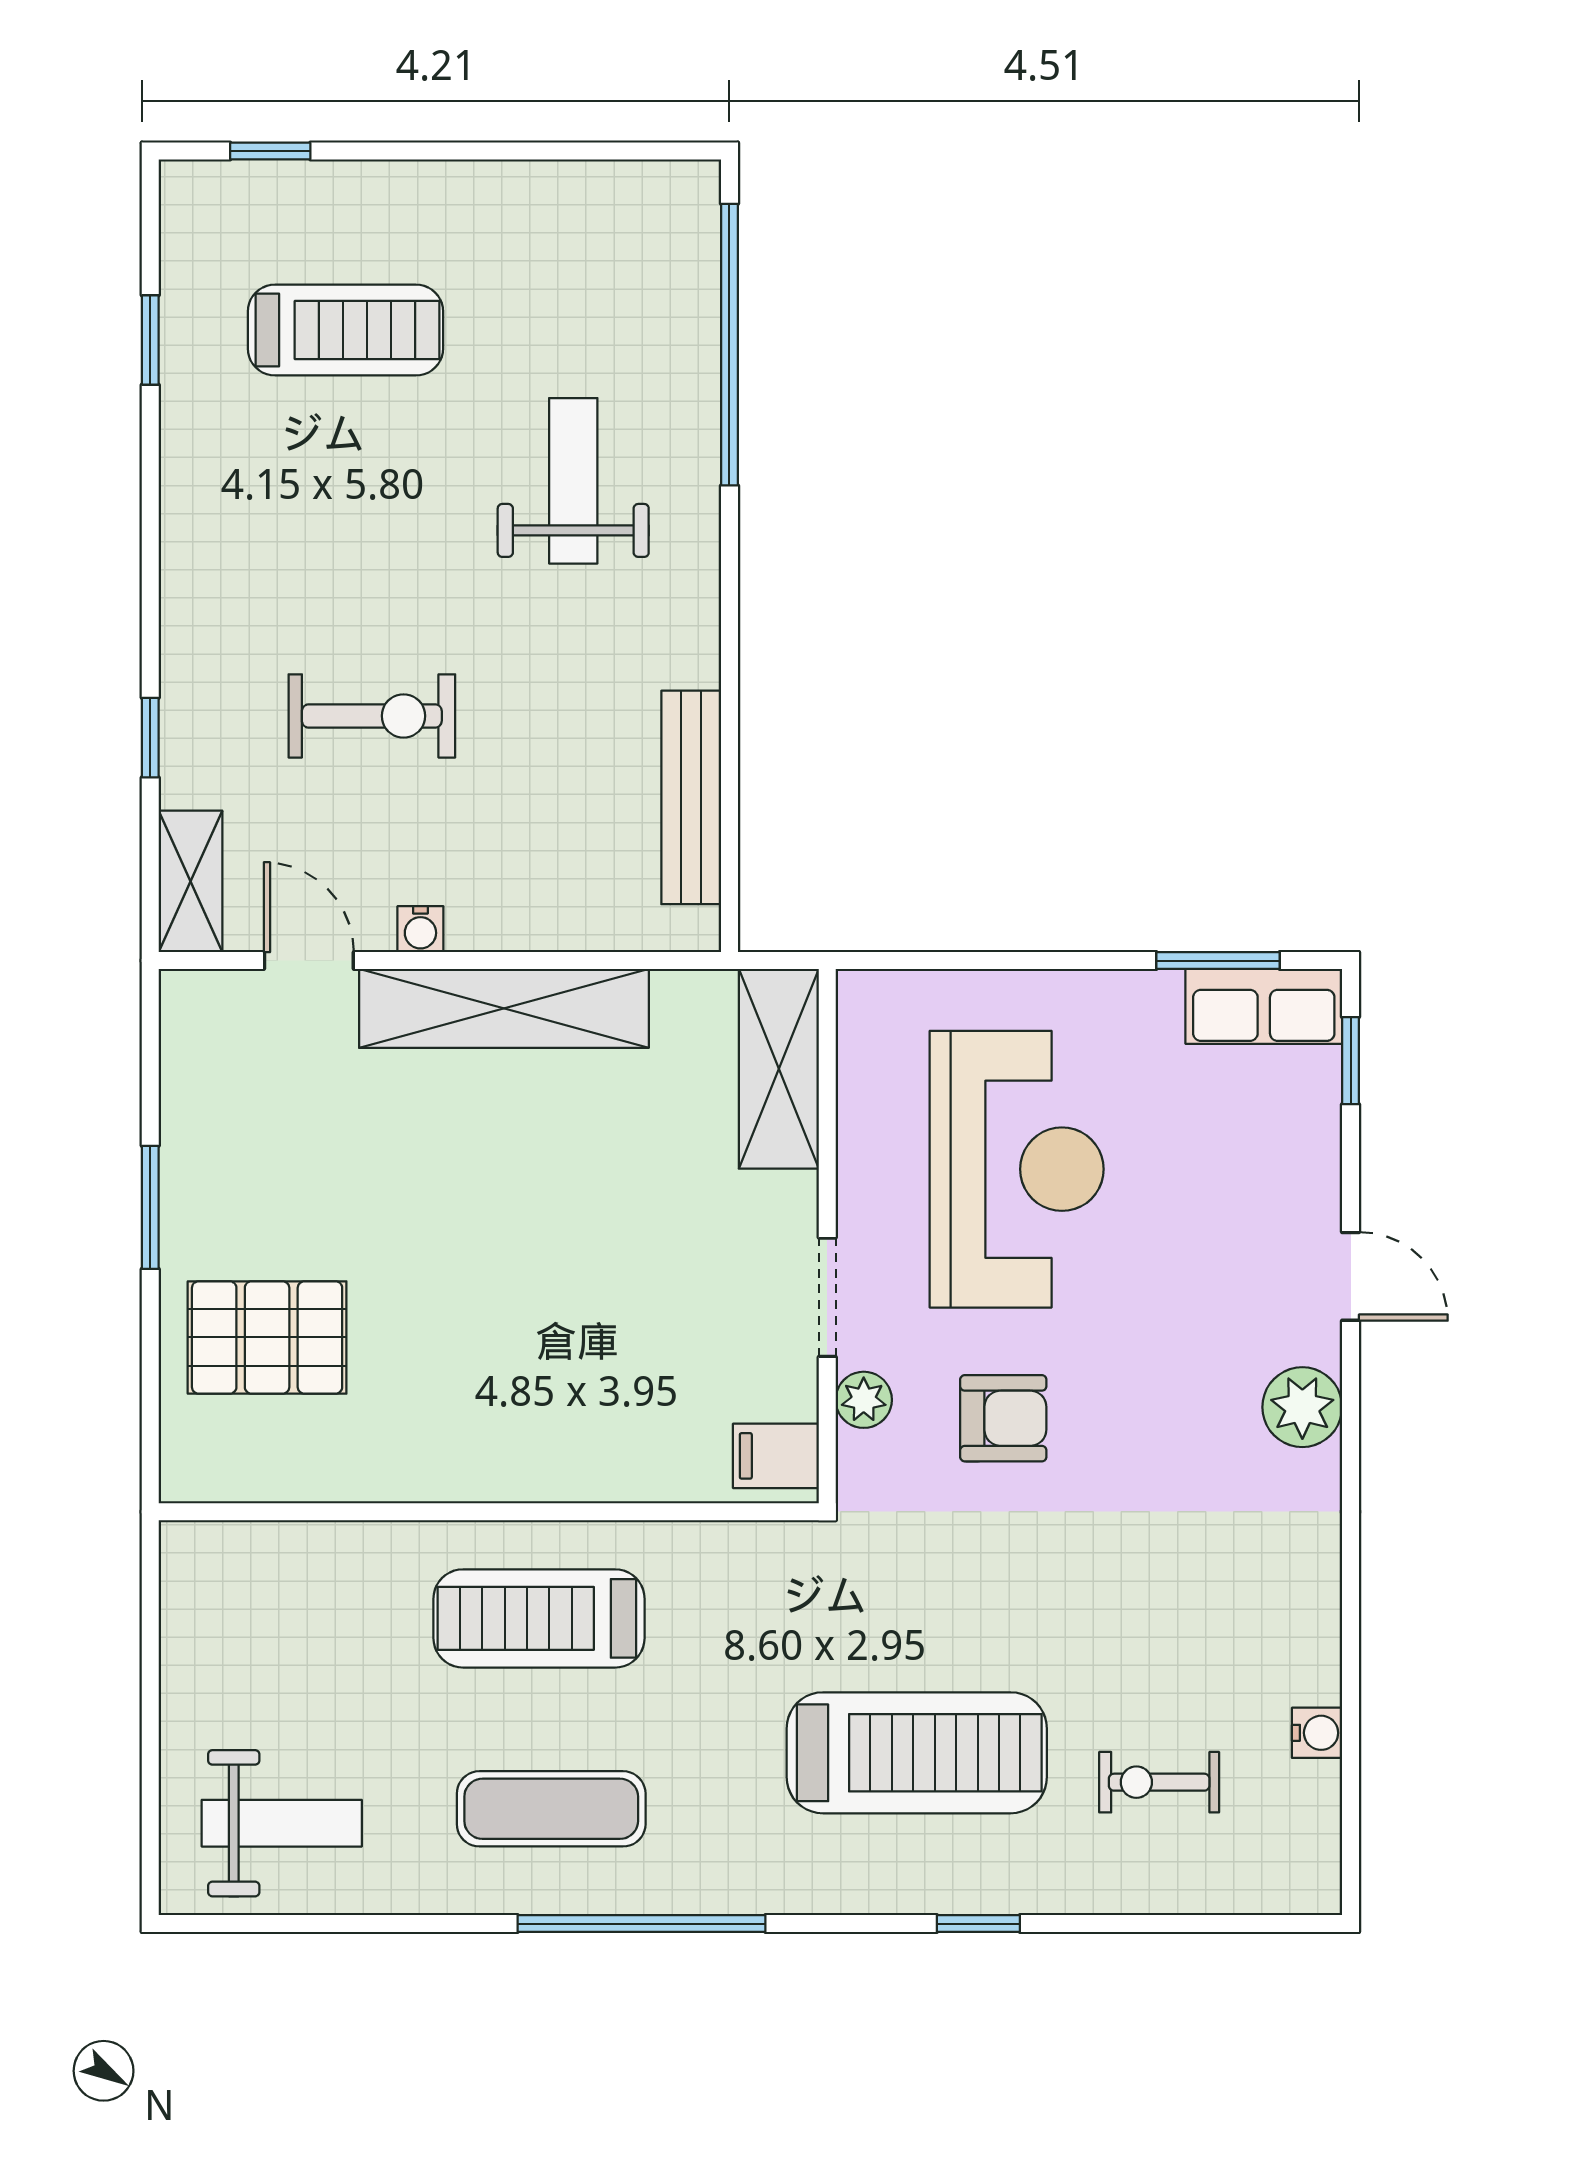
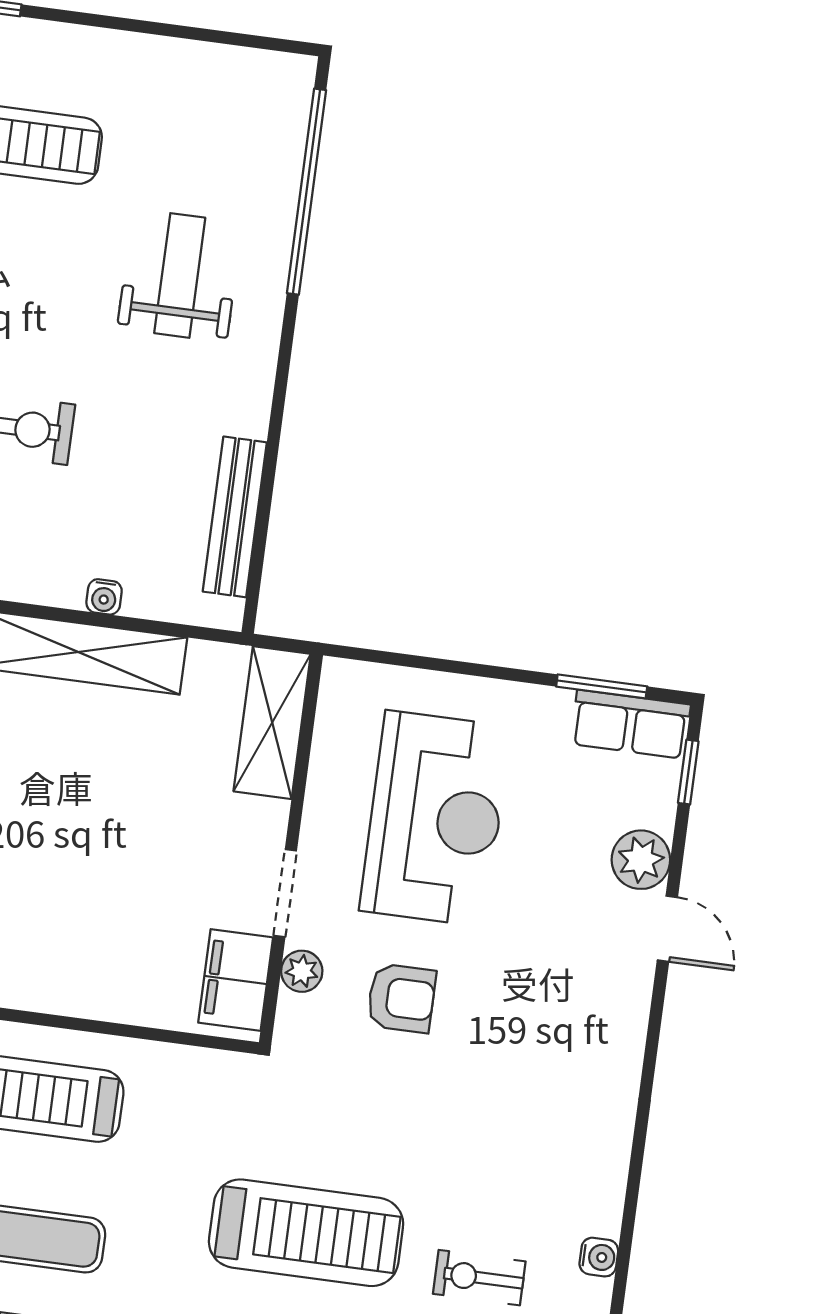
water cooler: (420, 929) -> (104, 597), moved
plant: (1302, 1407) -> (641, 860), moved
filing cabinet: (776, 1456) -> (236, 980), width x2.00

